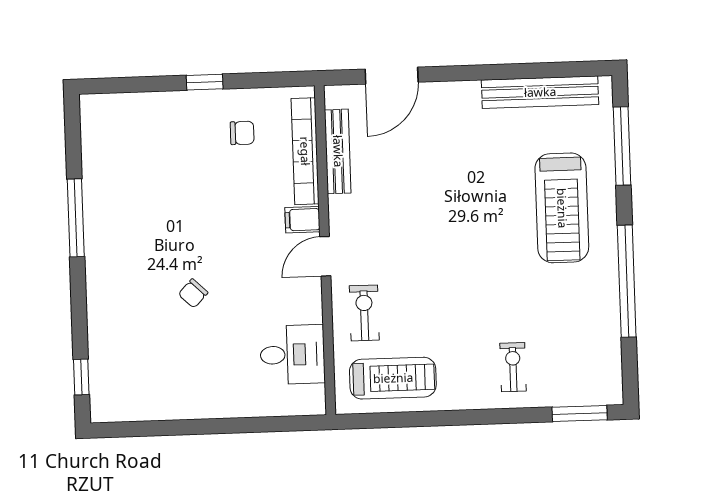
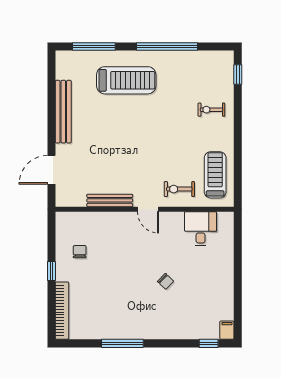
door: (392, 76) -> (52, 170), swing flipped
bench: (540, 92) -> (63, 112), moved
bookcase: (305, 151) -> (62, 311), moved, turned -90
bench: (338, 151) -> (110, 200), moved
filing cabinet: (302, 220) -> (227, 330), moved, turned 180
window: (580, 414) -> (238, 75), width x0.67

